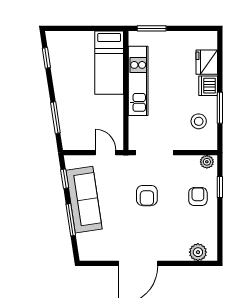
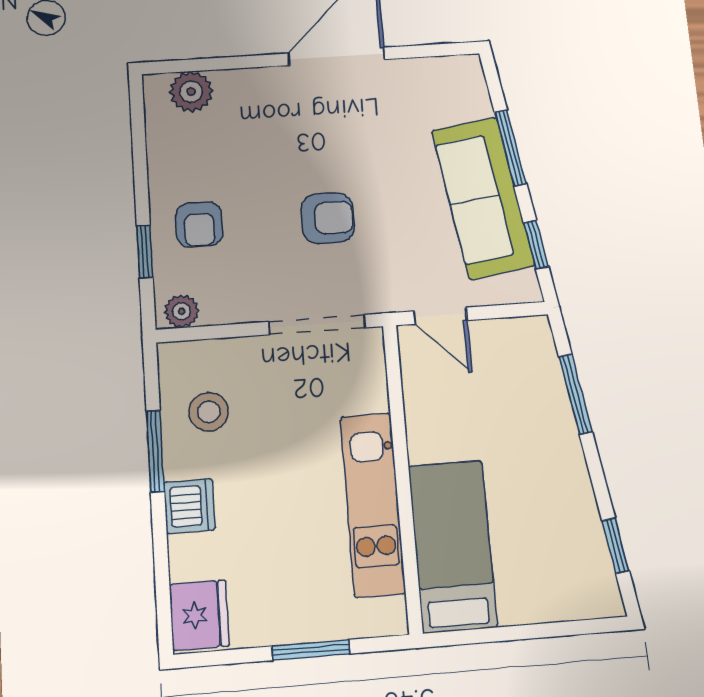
window: (152, 28) -> (311, 650), moved
fridge: (207, 62) -> (199, 615), moved
armchair: (147, 196) -> (328, 218), turned 90

